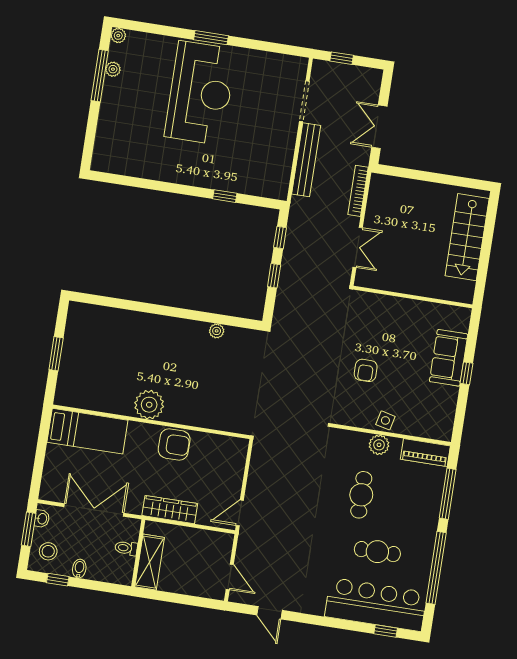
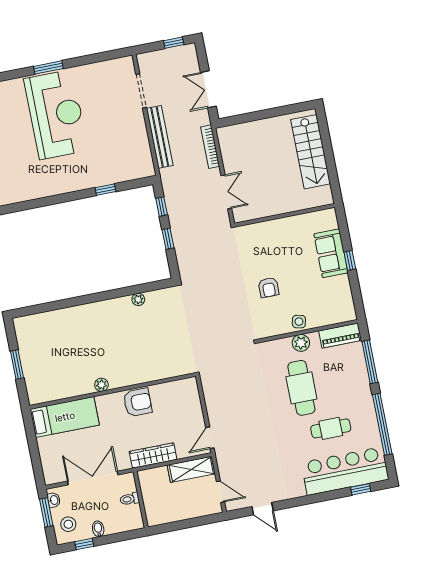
window: (342, 58) -> (174, 43), moved
plant: (149, 405) -> (101, 385), width x0.53, depth x0.53
cafe table: (361, 495) -> (301, 388), width x1.37, depth x1.35
shelving: (150, 562) -> (191, 469), moved, turned 90

